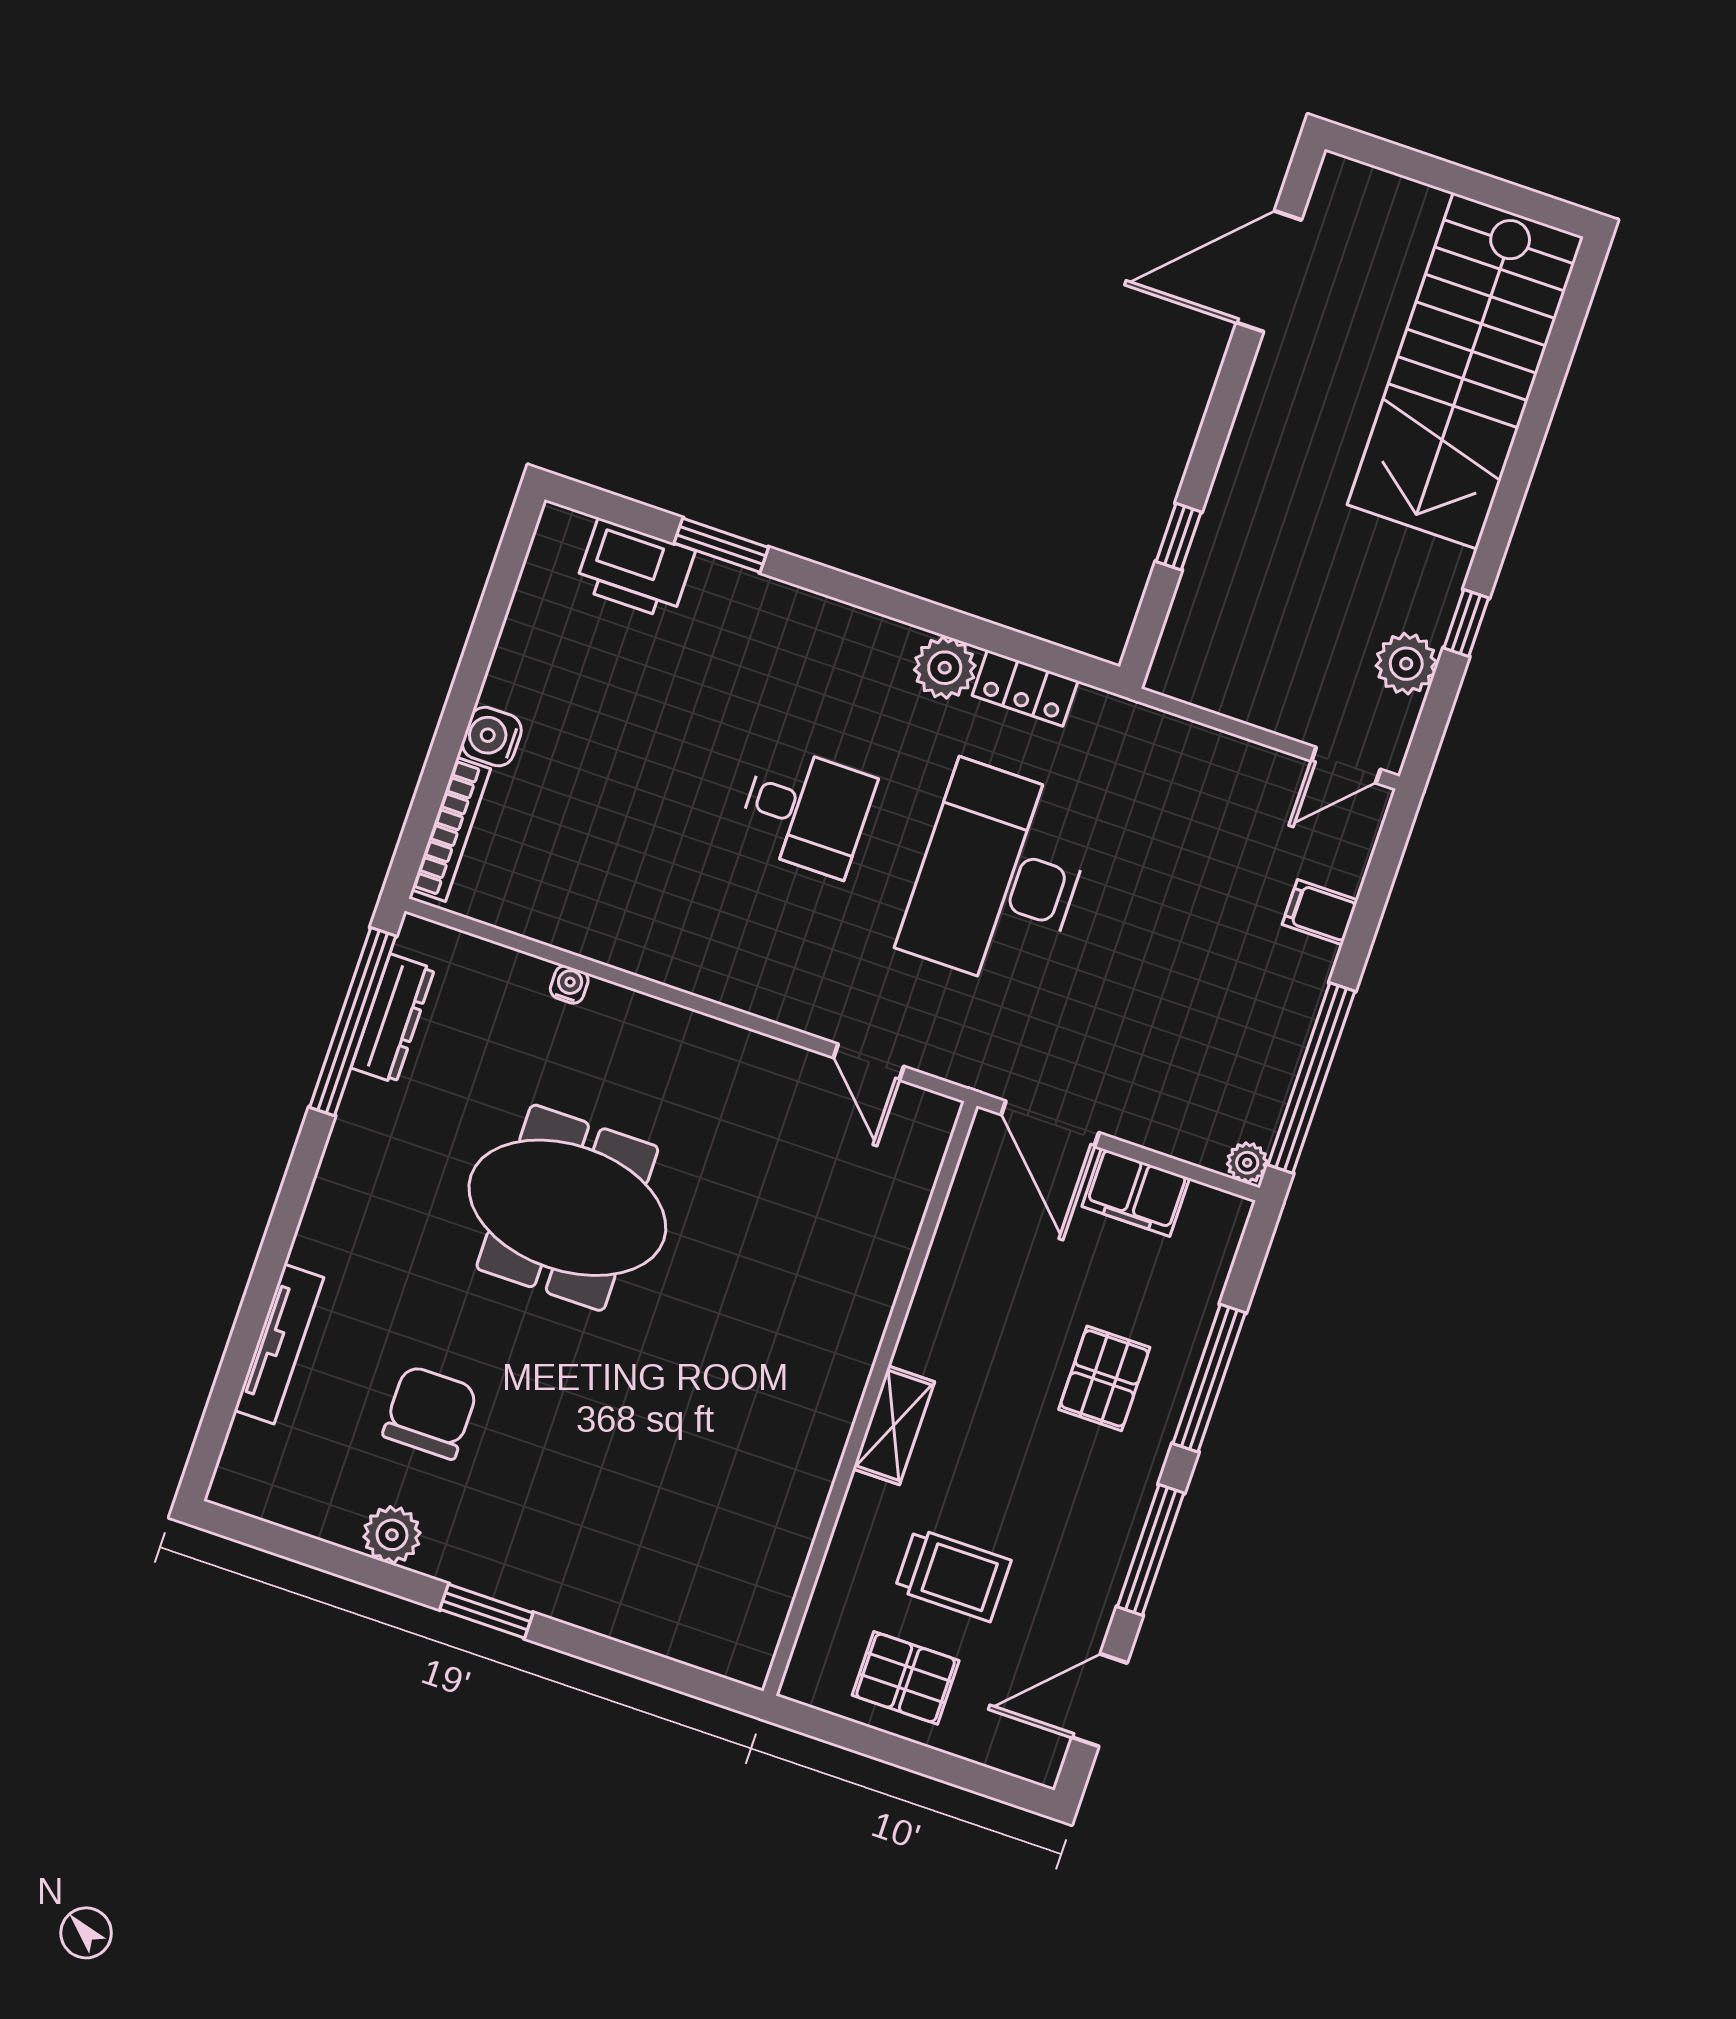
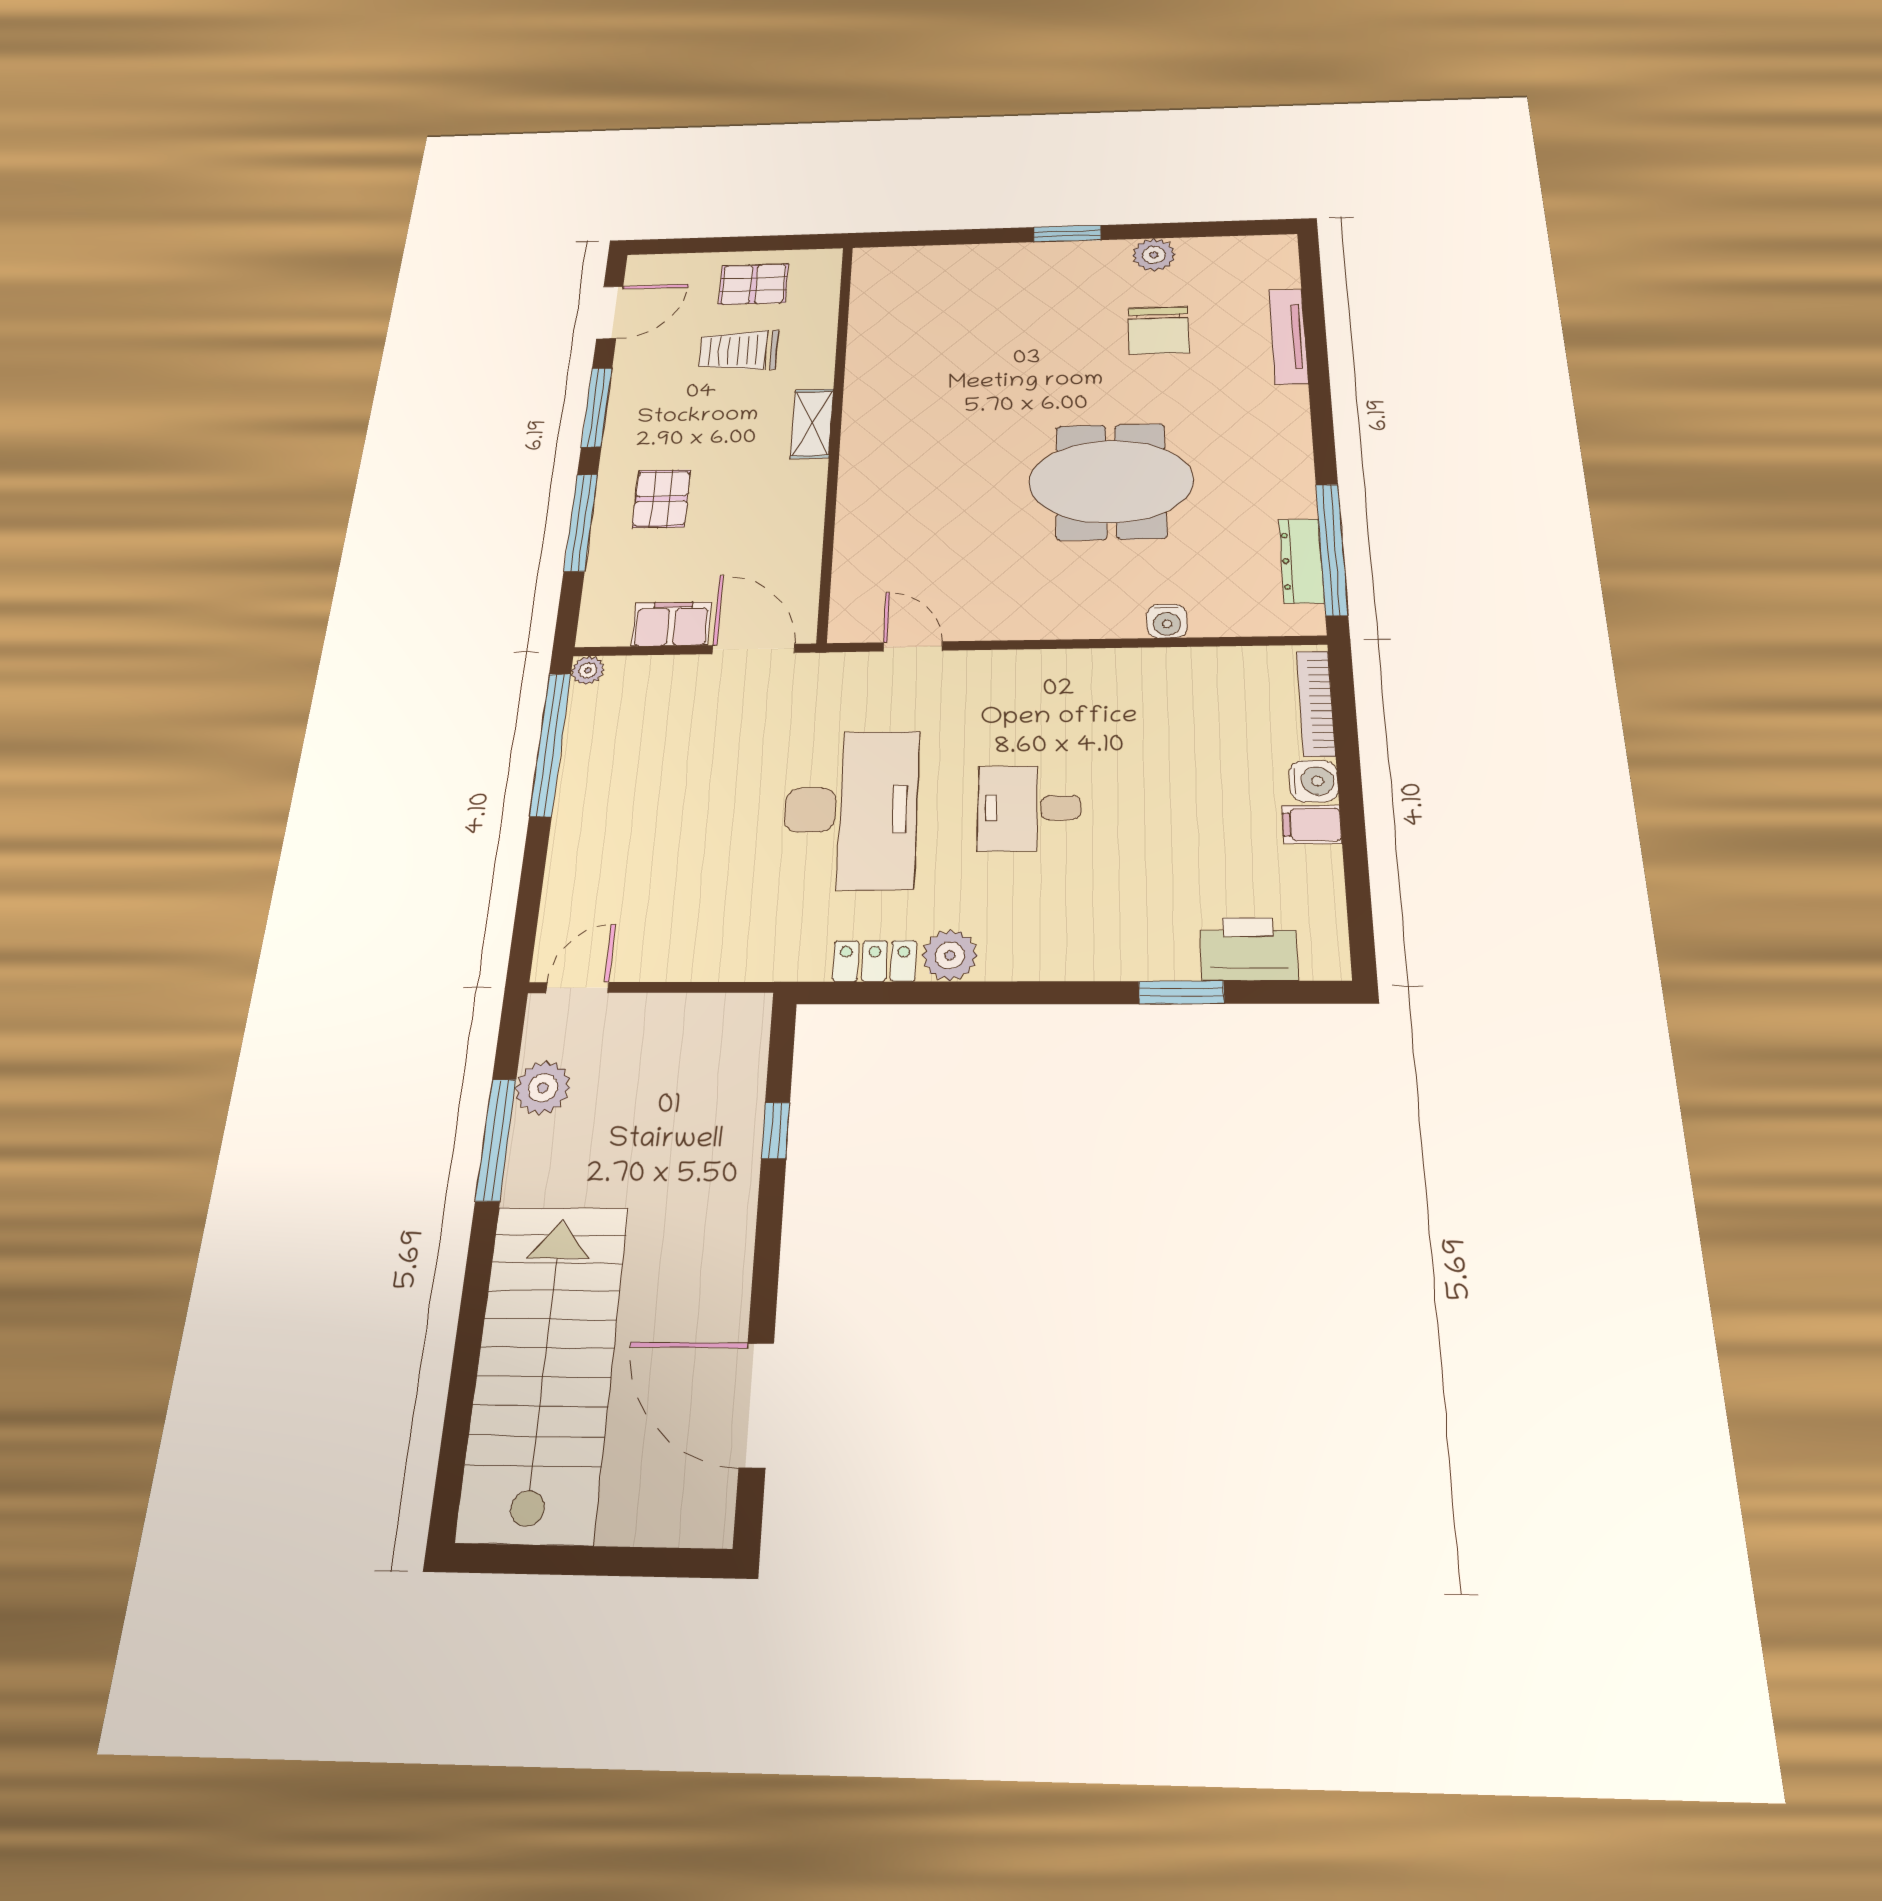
door: (1269, 271) -> (756, 1405), swing flipped
window: (1466, 623) -> (496, 1140), width x2.17
filing cabinet: (1320, 912) -> (1312, 824), moved, turned 180
water cooler: (569, 985) -> (1167, 621), width x1.38, depth x1.38

